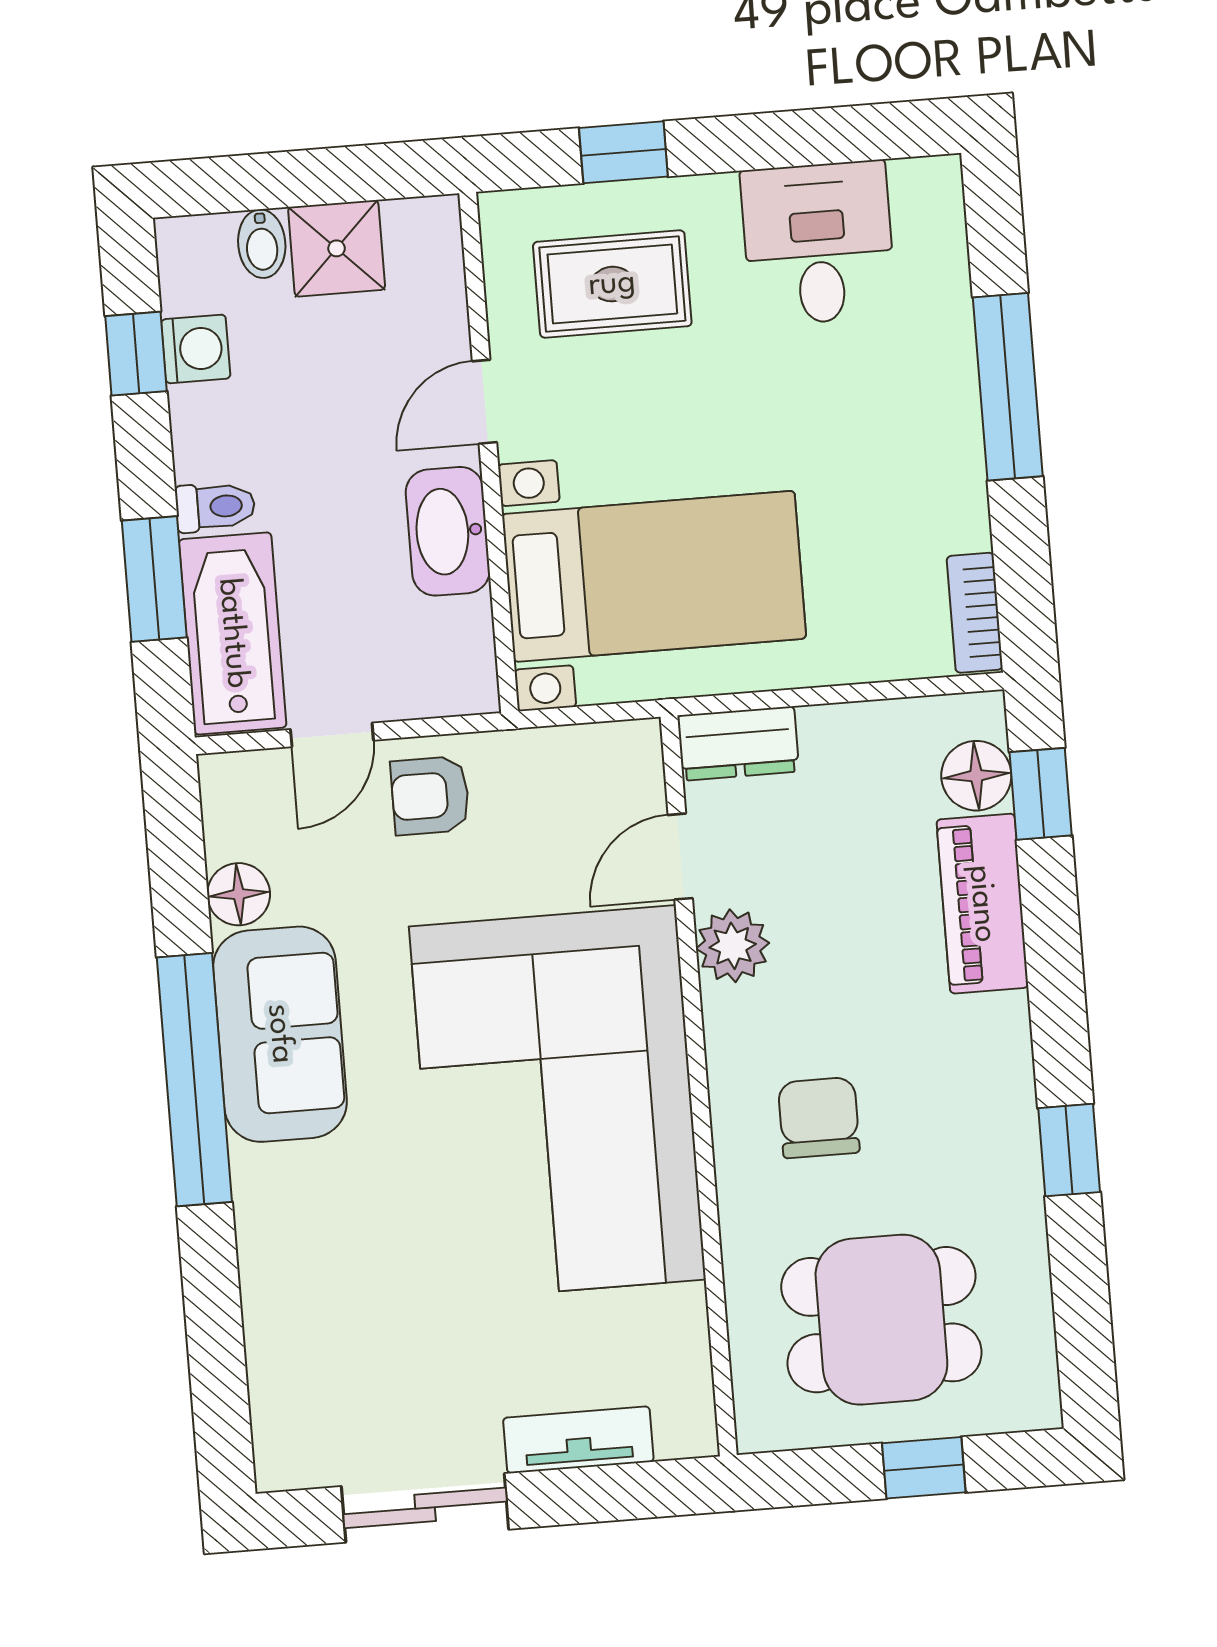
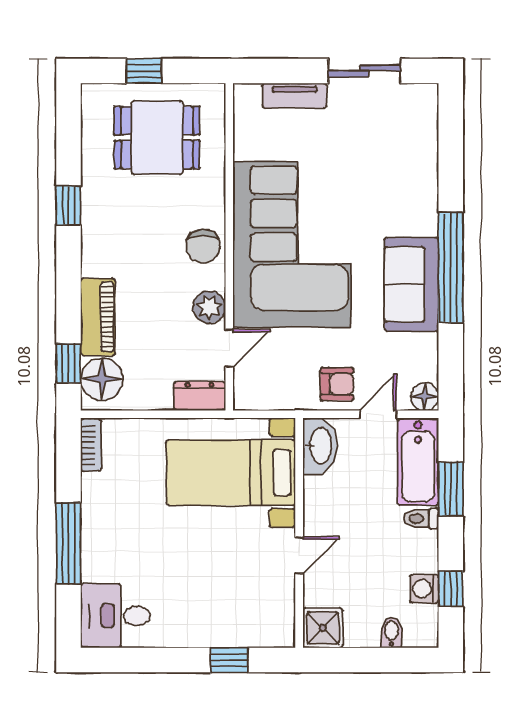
desk: (818, 243) -> (115, 616), moved, turned 90
shower: (337, 248) -> (323, 628), moved
rug: (612, 284) -> (239, 603), removed
washbasin: (448, 531) -> (320, 446), moved
floor lamp: (976, 776) -> (102, 379), width x1.38, depth x1.38
floor lamp: (239, 894) -> (425, 397), moved
chair: (819, 1118) -> (203, 246), moved

